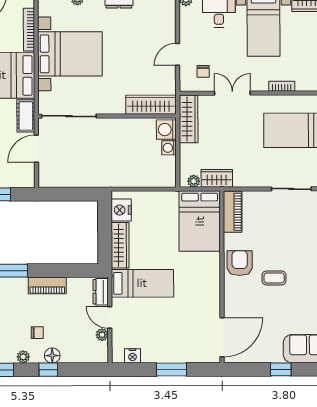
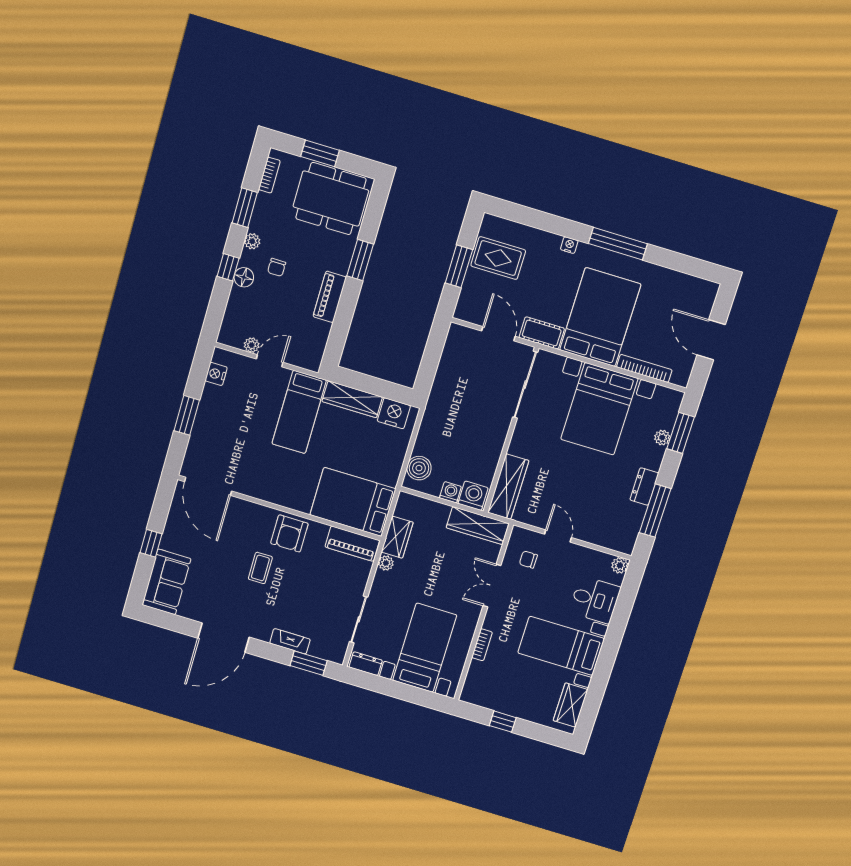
double door: (232, 93) -> (492, 586), swing flipped
boiler: (158, 178) -> (419, 468), added
plant: (194, 181) -> (386, 563), moved
armchair: (240, 263) -> (289, 533), turned 90
dresser: (101, 292) -> (304, 359), removed

